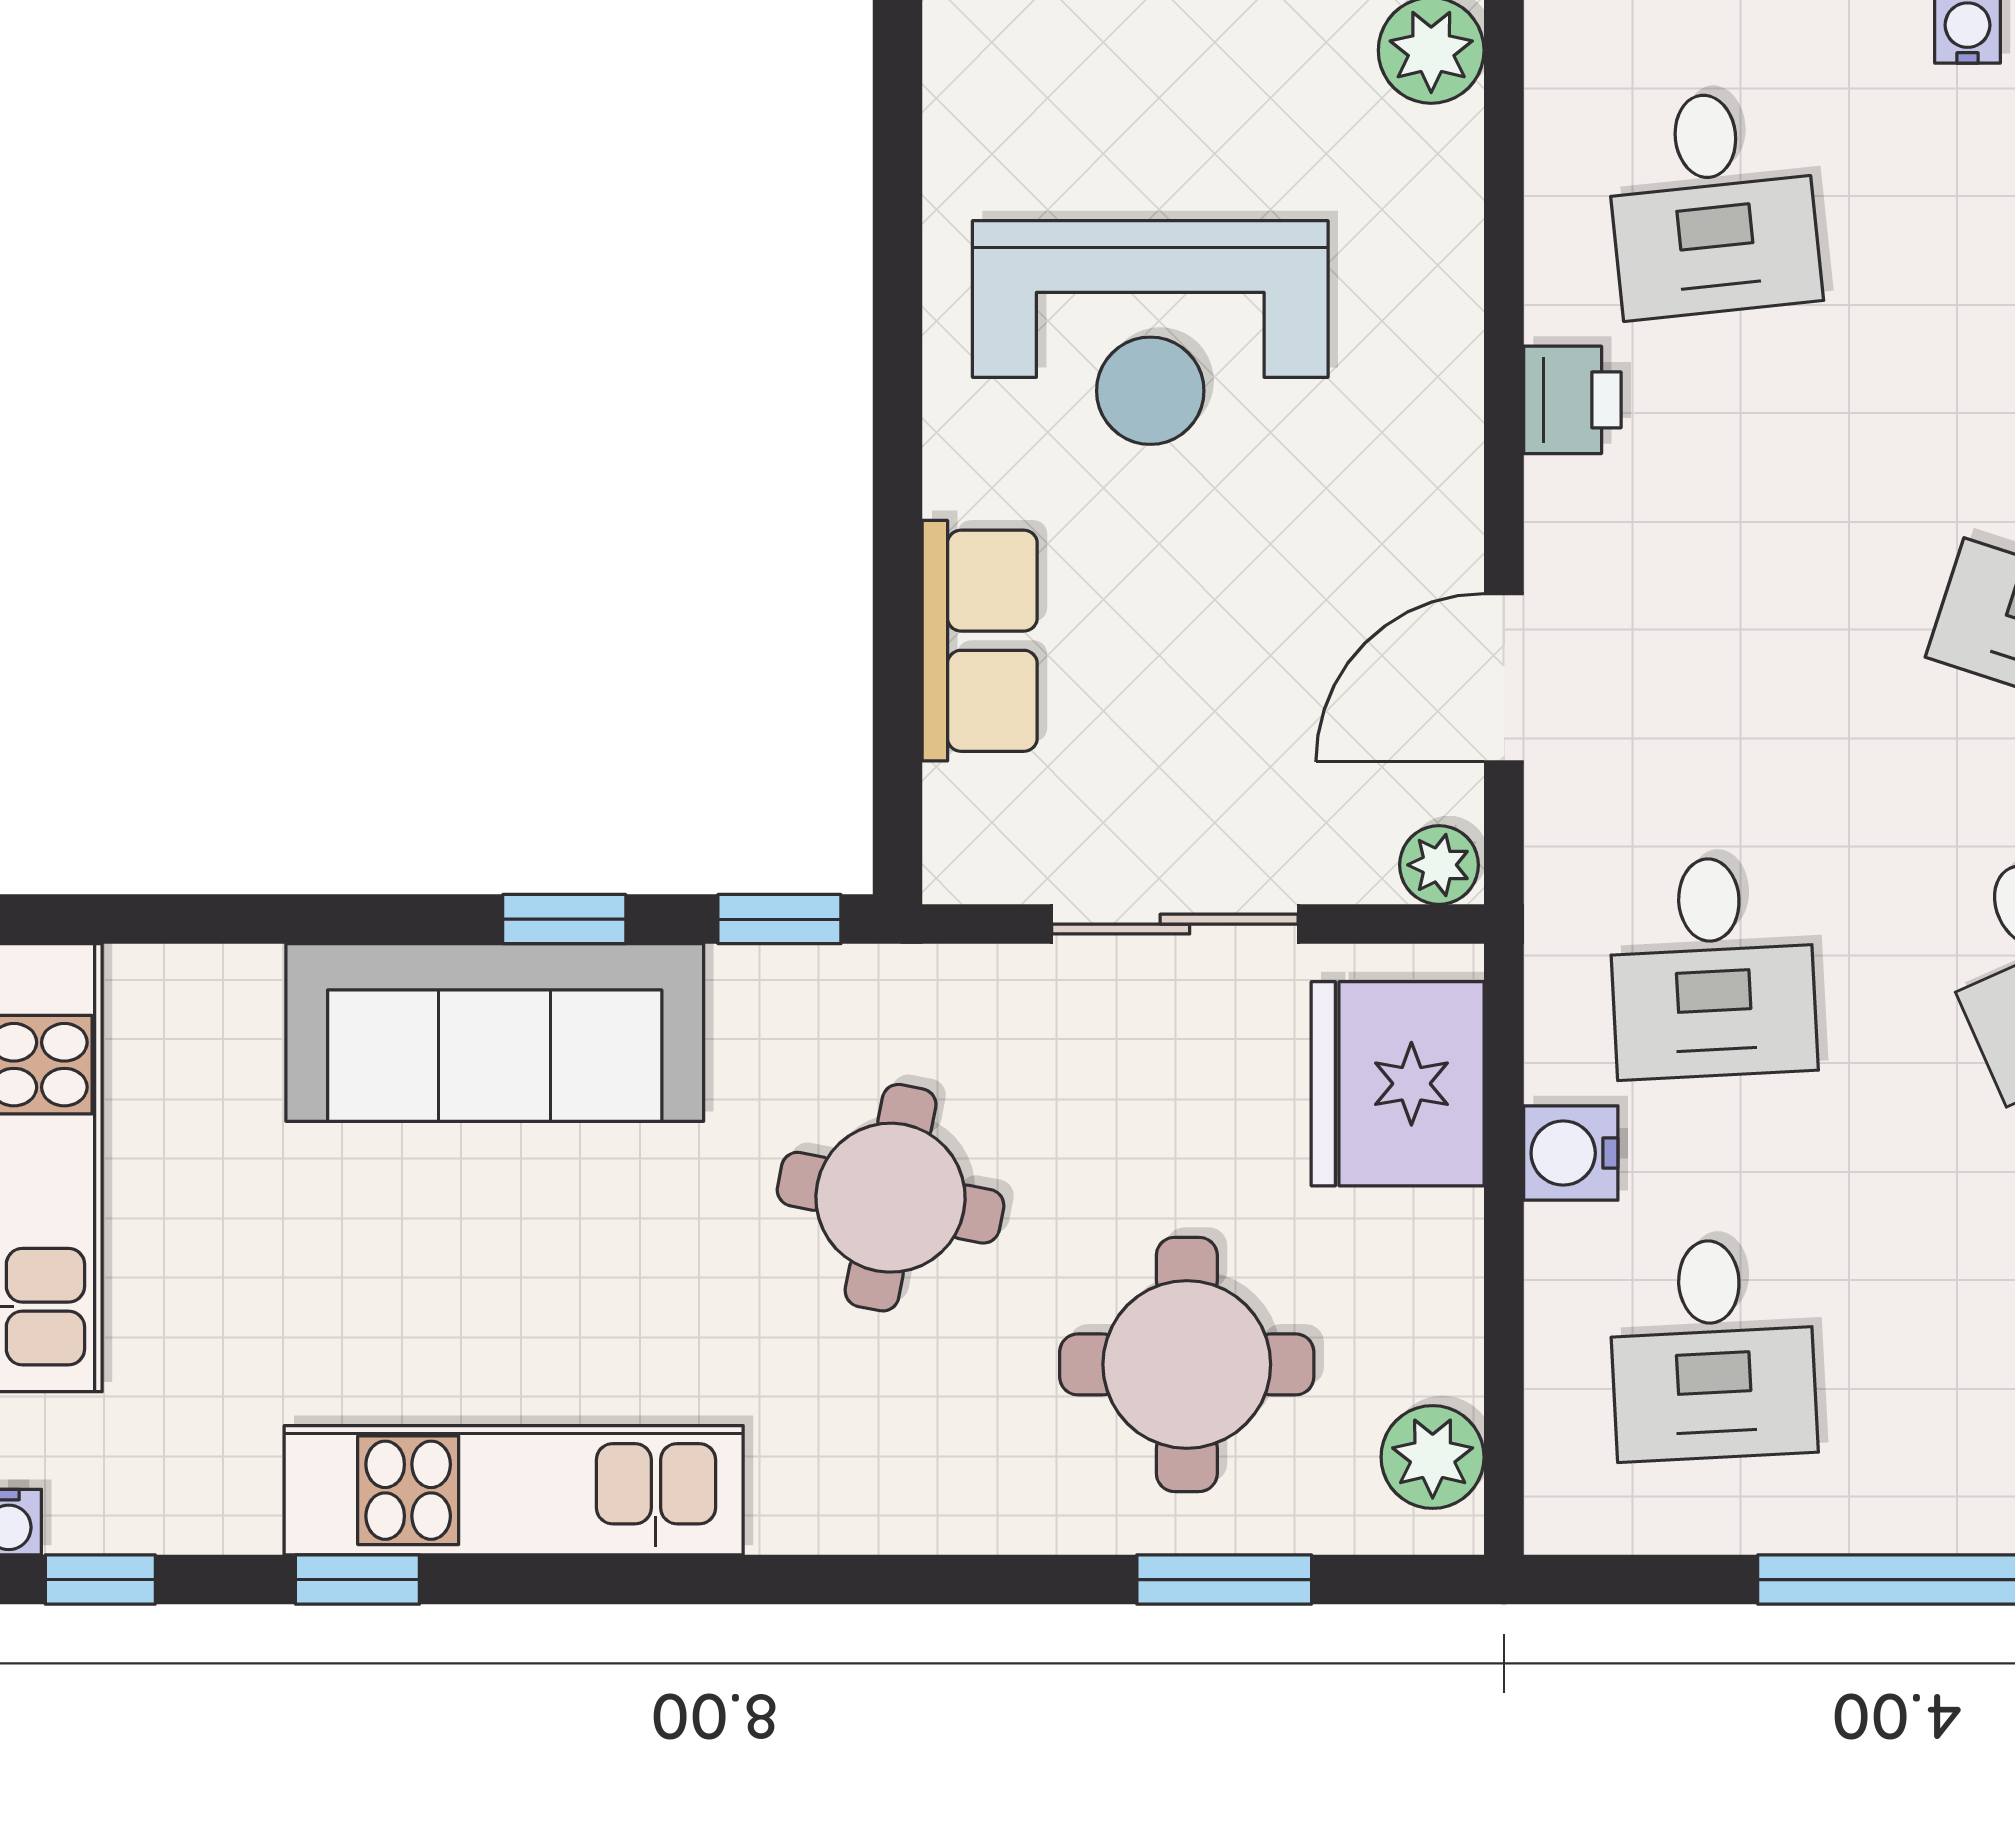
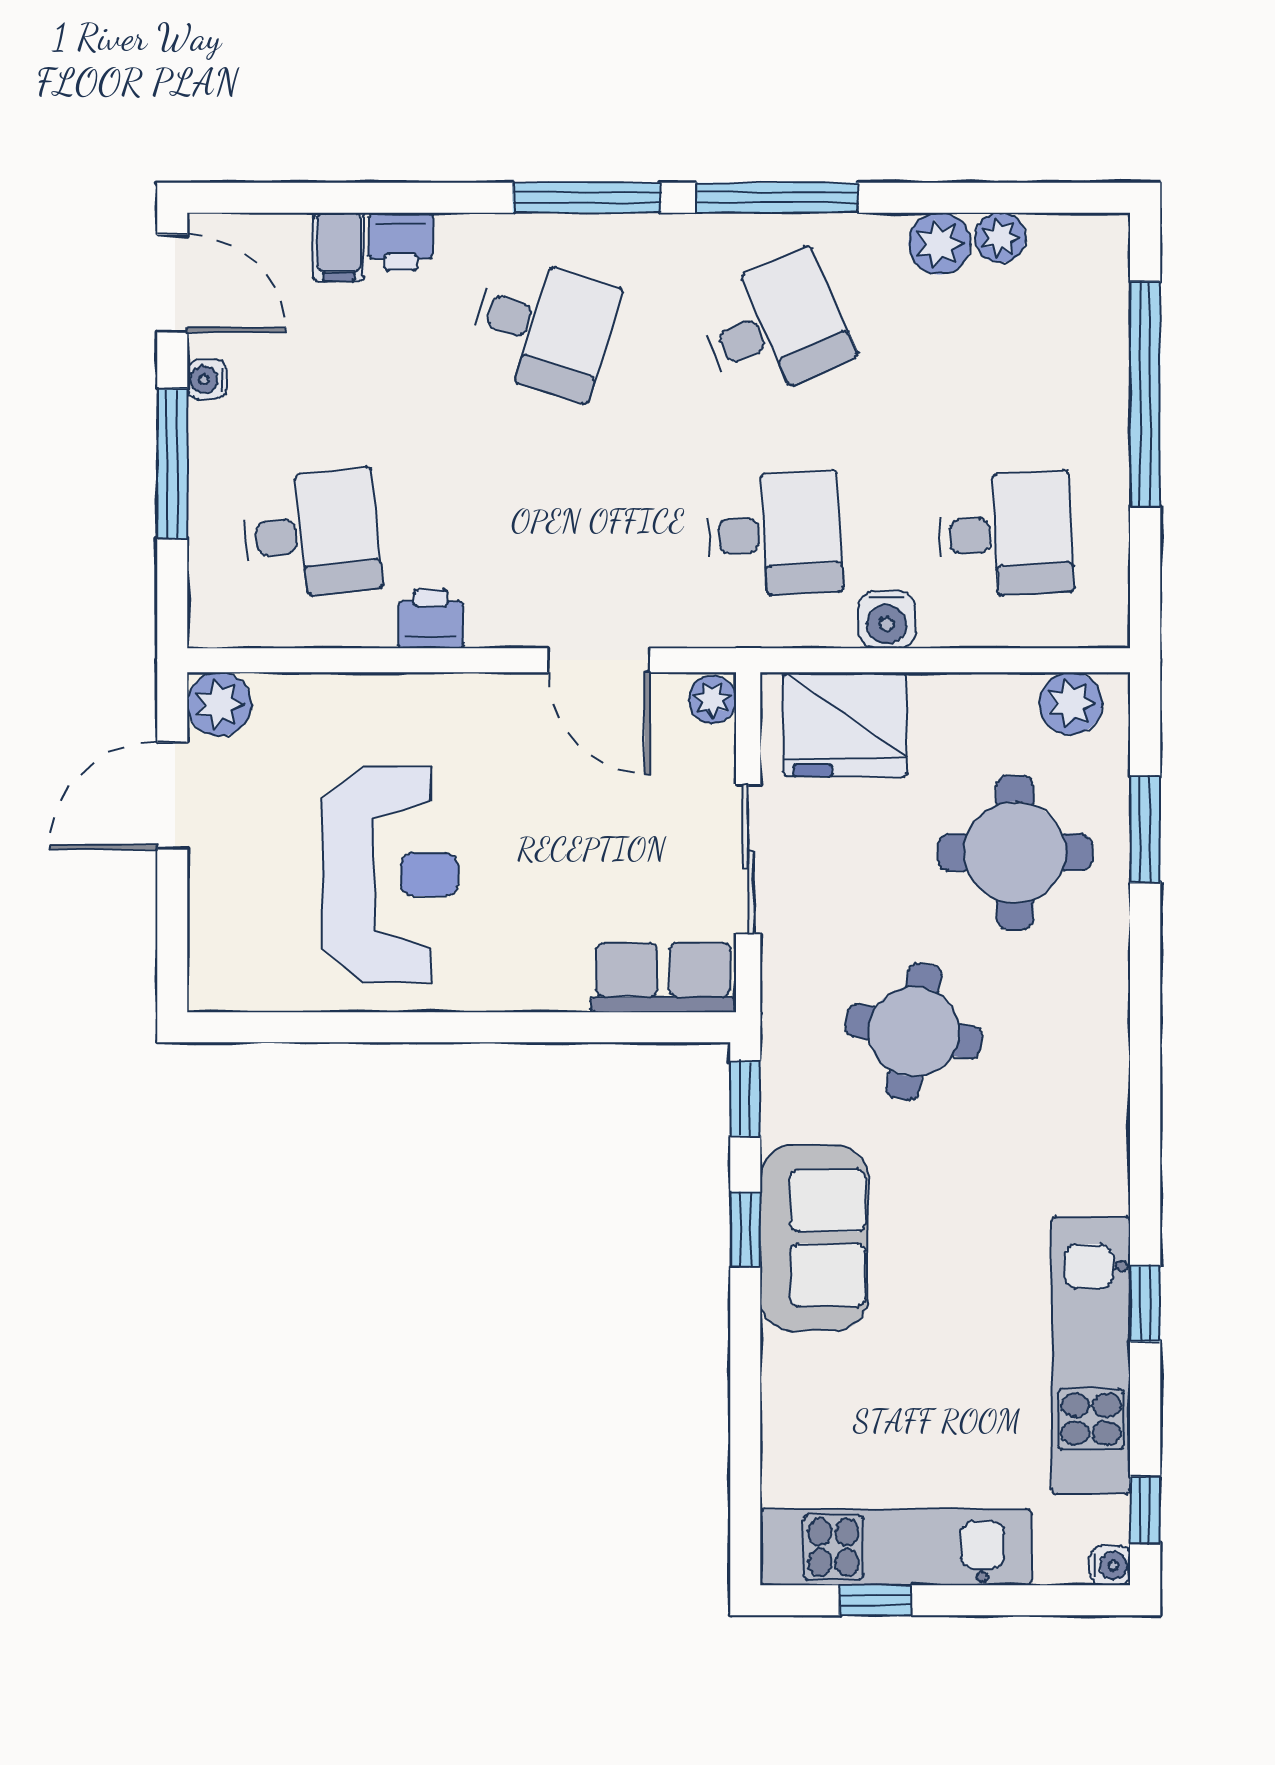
row of seats: (980, 641) -> (663, 978), moved
sofa: (495, 1033) -> (814, 1238), width x0.73
kitchen unit: (514, 1490) -> (1091, 1355), moved
window: (357, 1580) -> (1145, 1304), moved

